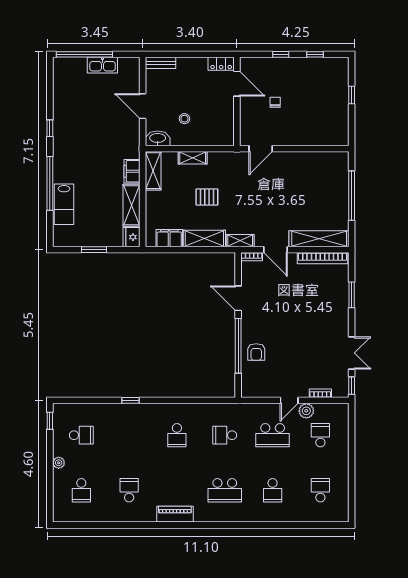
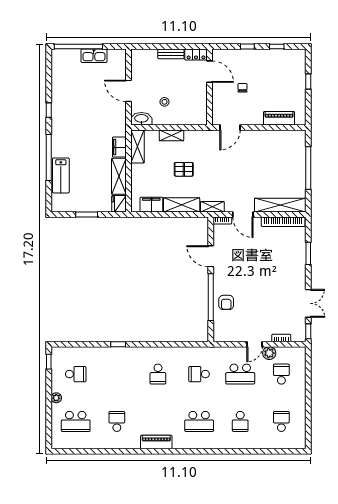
bench: (161, 63) -> (171, 54), moved
piano: (318, 138) -> (279, 118), added
school desk: (81, 490) -> (76, 421), width x1.85

